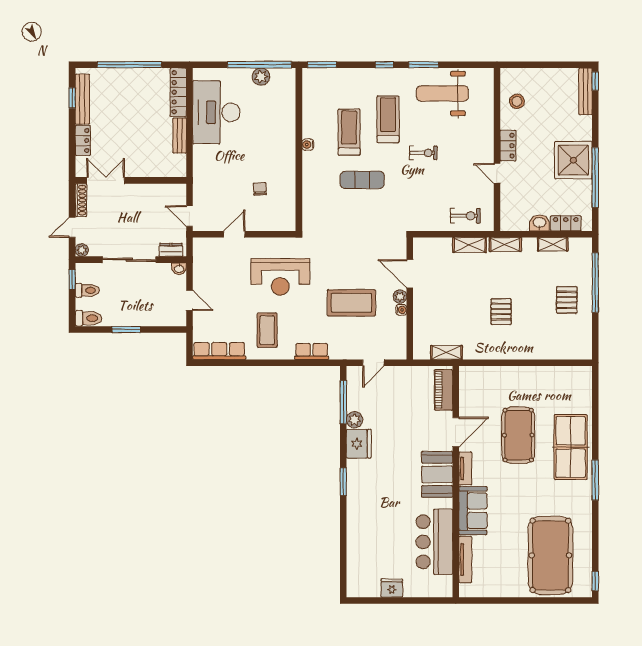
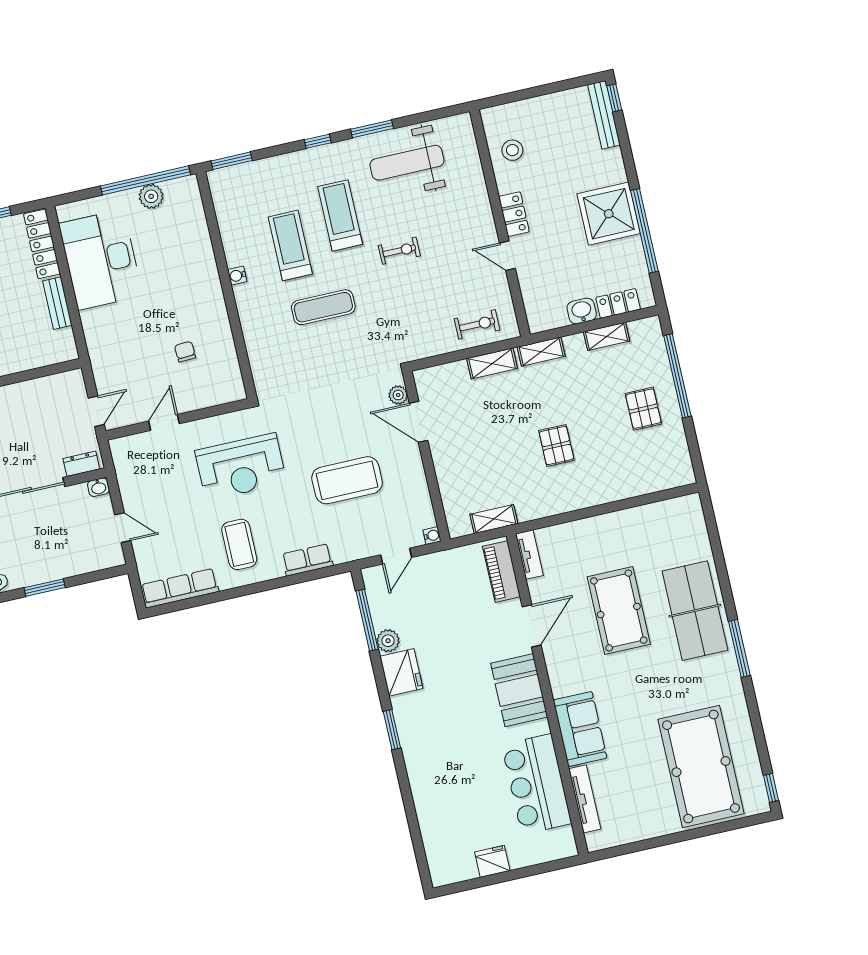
door: (189, 216) -> (96, 411), swing flipped
plant: (400, 297) -> (398, 395), moved
water cooler: (401, 310) -> (432, 536), moved
tv unit: (465, 468) -> (529, 555), moved

